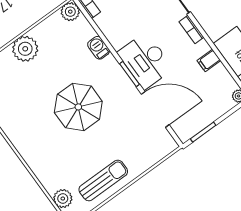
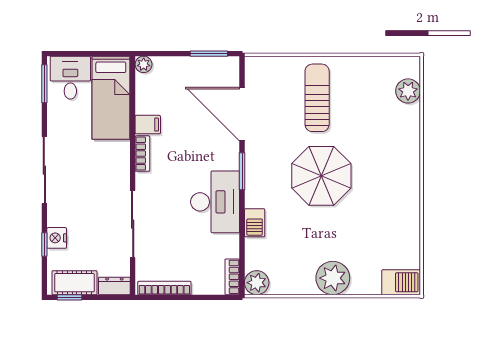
bookcase: (191, 30) -> (142, 154), moved
desk: (145, 61) -> (215, 202), moved
sun lounger: (103, 181) -> (317, 98), moved, turned 90

